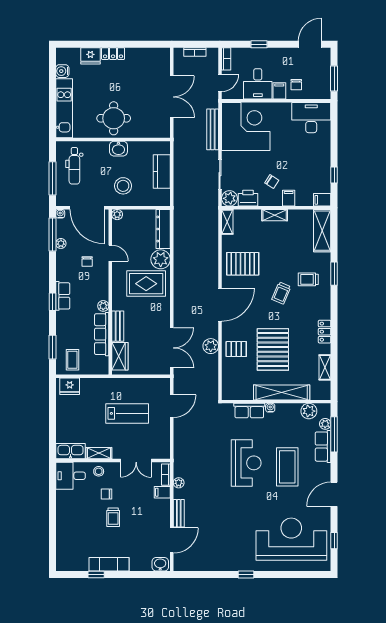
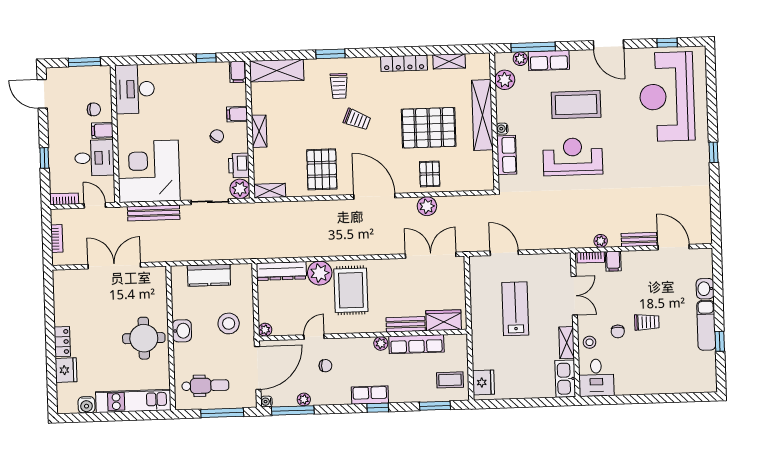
locker: (325, 332) -> (404, 63), width x1.53
washbasin: (160, 564) -> (705, 289), moved

